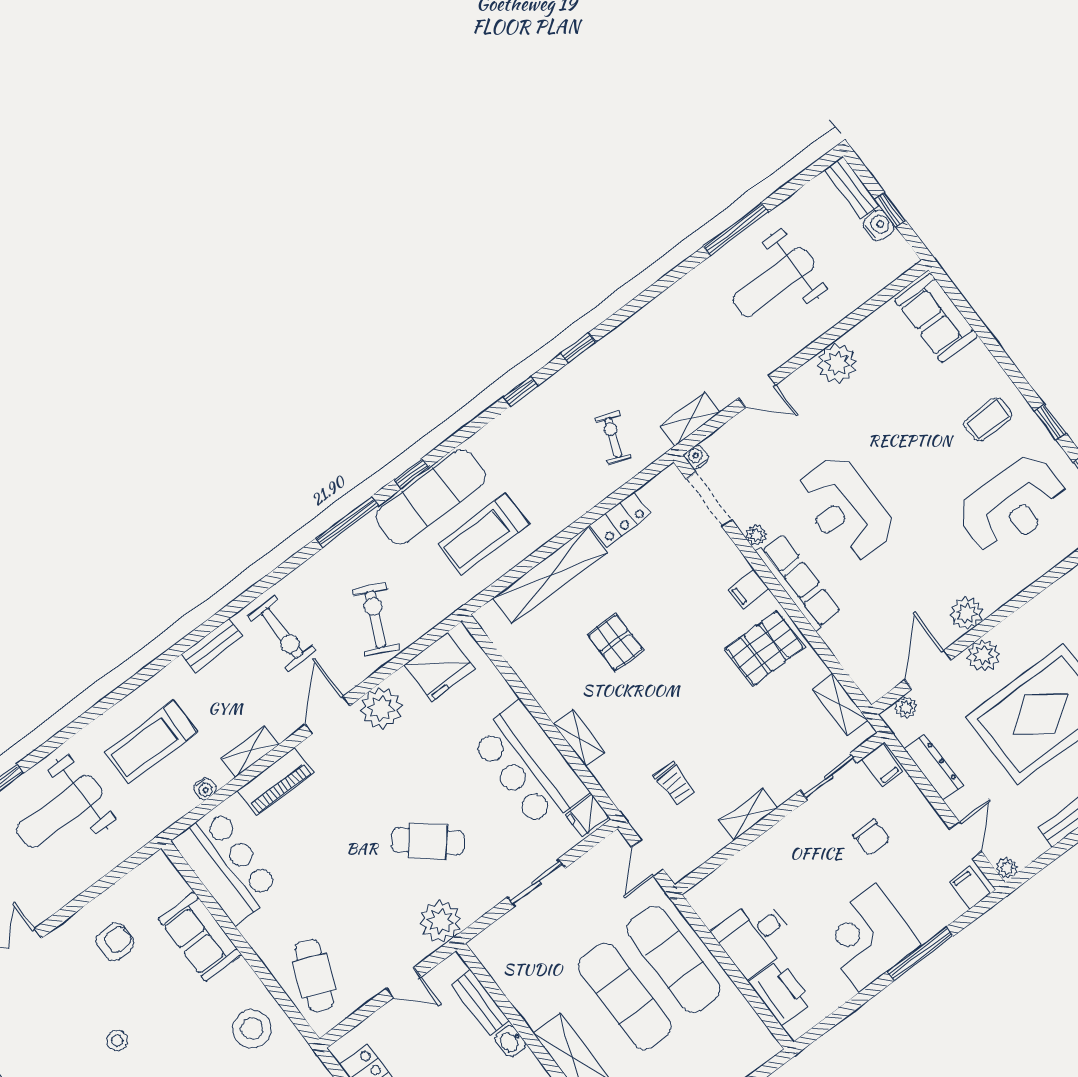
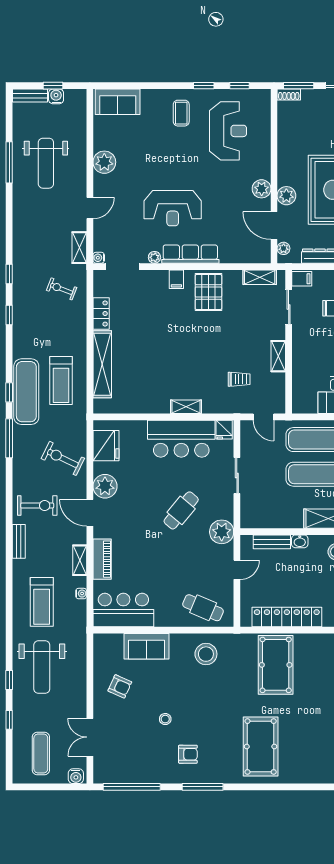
pallet: (615, 642) -> (155, 358), removed
armchair: (115, 942) -> (120, 686), turned 114

